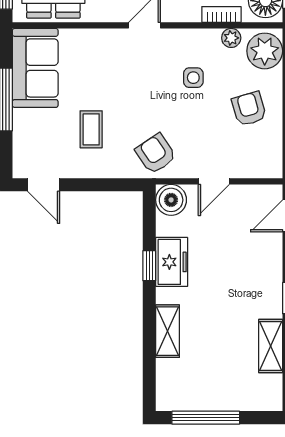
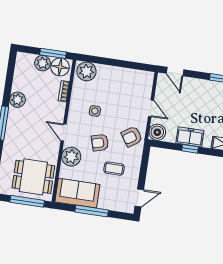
plant: (231, 38) -> (71, 157), moved, width x1.87, depth x1.87
armchair: (249, 109) -> (100, 143), moved

